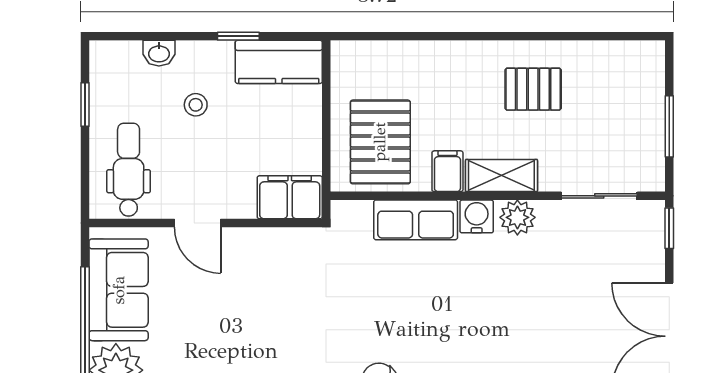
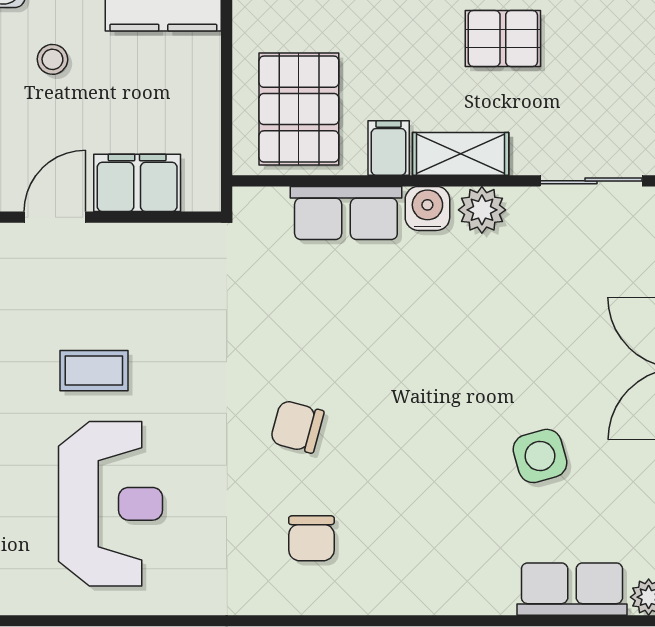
filing cabinet: (290, 197) -> (137, 183), moved
door: (198, 223) -> (55, 217), swing flipped
coffee table: (227, 338) -> (94, 371), added

